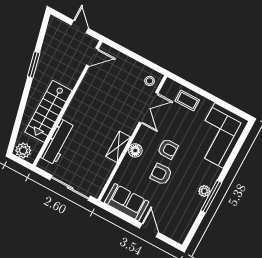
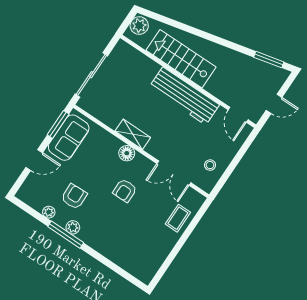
window: (34, 65) -> (269, 60), moved
stool: (150, 81) -> (210, 165), moved
corner sofa: (219, 135) -> (134, 250), removed
workbench: (58, 142) -> (184, 96), moved, width x1.36, depth x1.32
armchair: (161, 174) -> (74, 197), moved
window: (116, 213) -> (58, 124), added
plant: (193, 213) -> (49, 212), added

